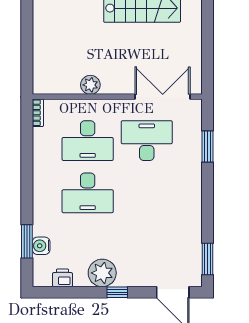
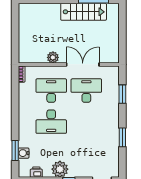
double door: (163, 97) -> (83, 64), moved
desk: (88, 141) -> (51, 91), turned 180
window: (208, 259) -> (122, 137), moved

